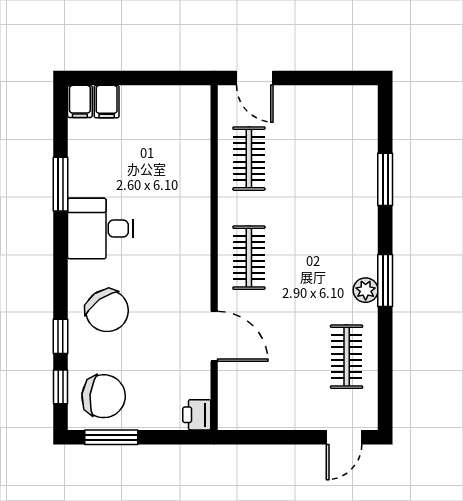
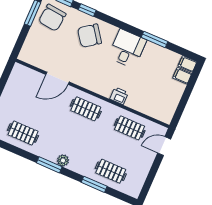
clothes rail: (347, 159) -> (111, 171), added
plant: (366, 290) -> (63, 160), moved
printer: (197, 415) -> (119, 96), moved

